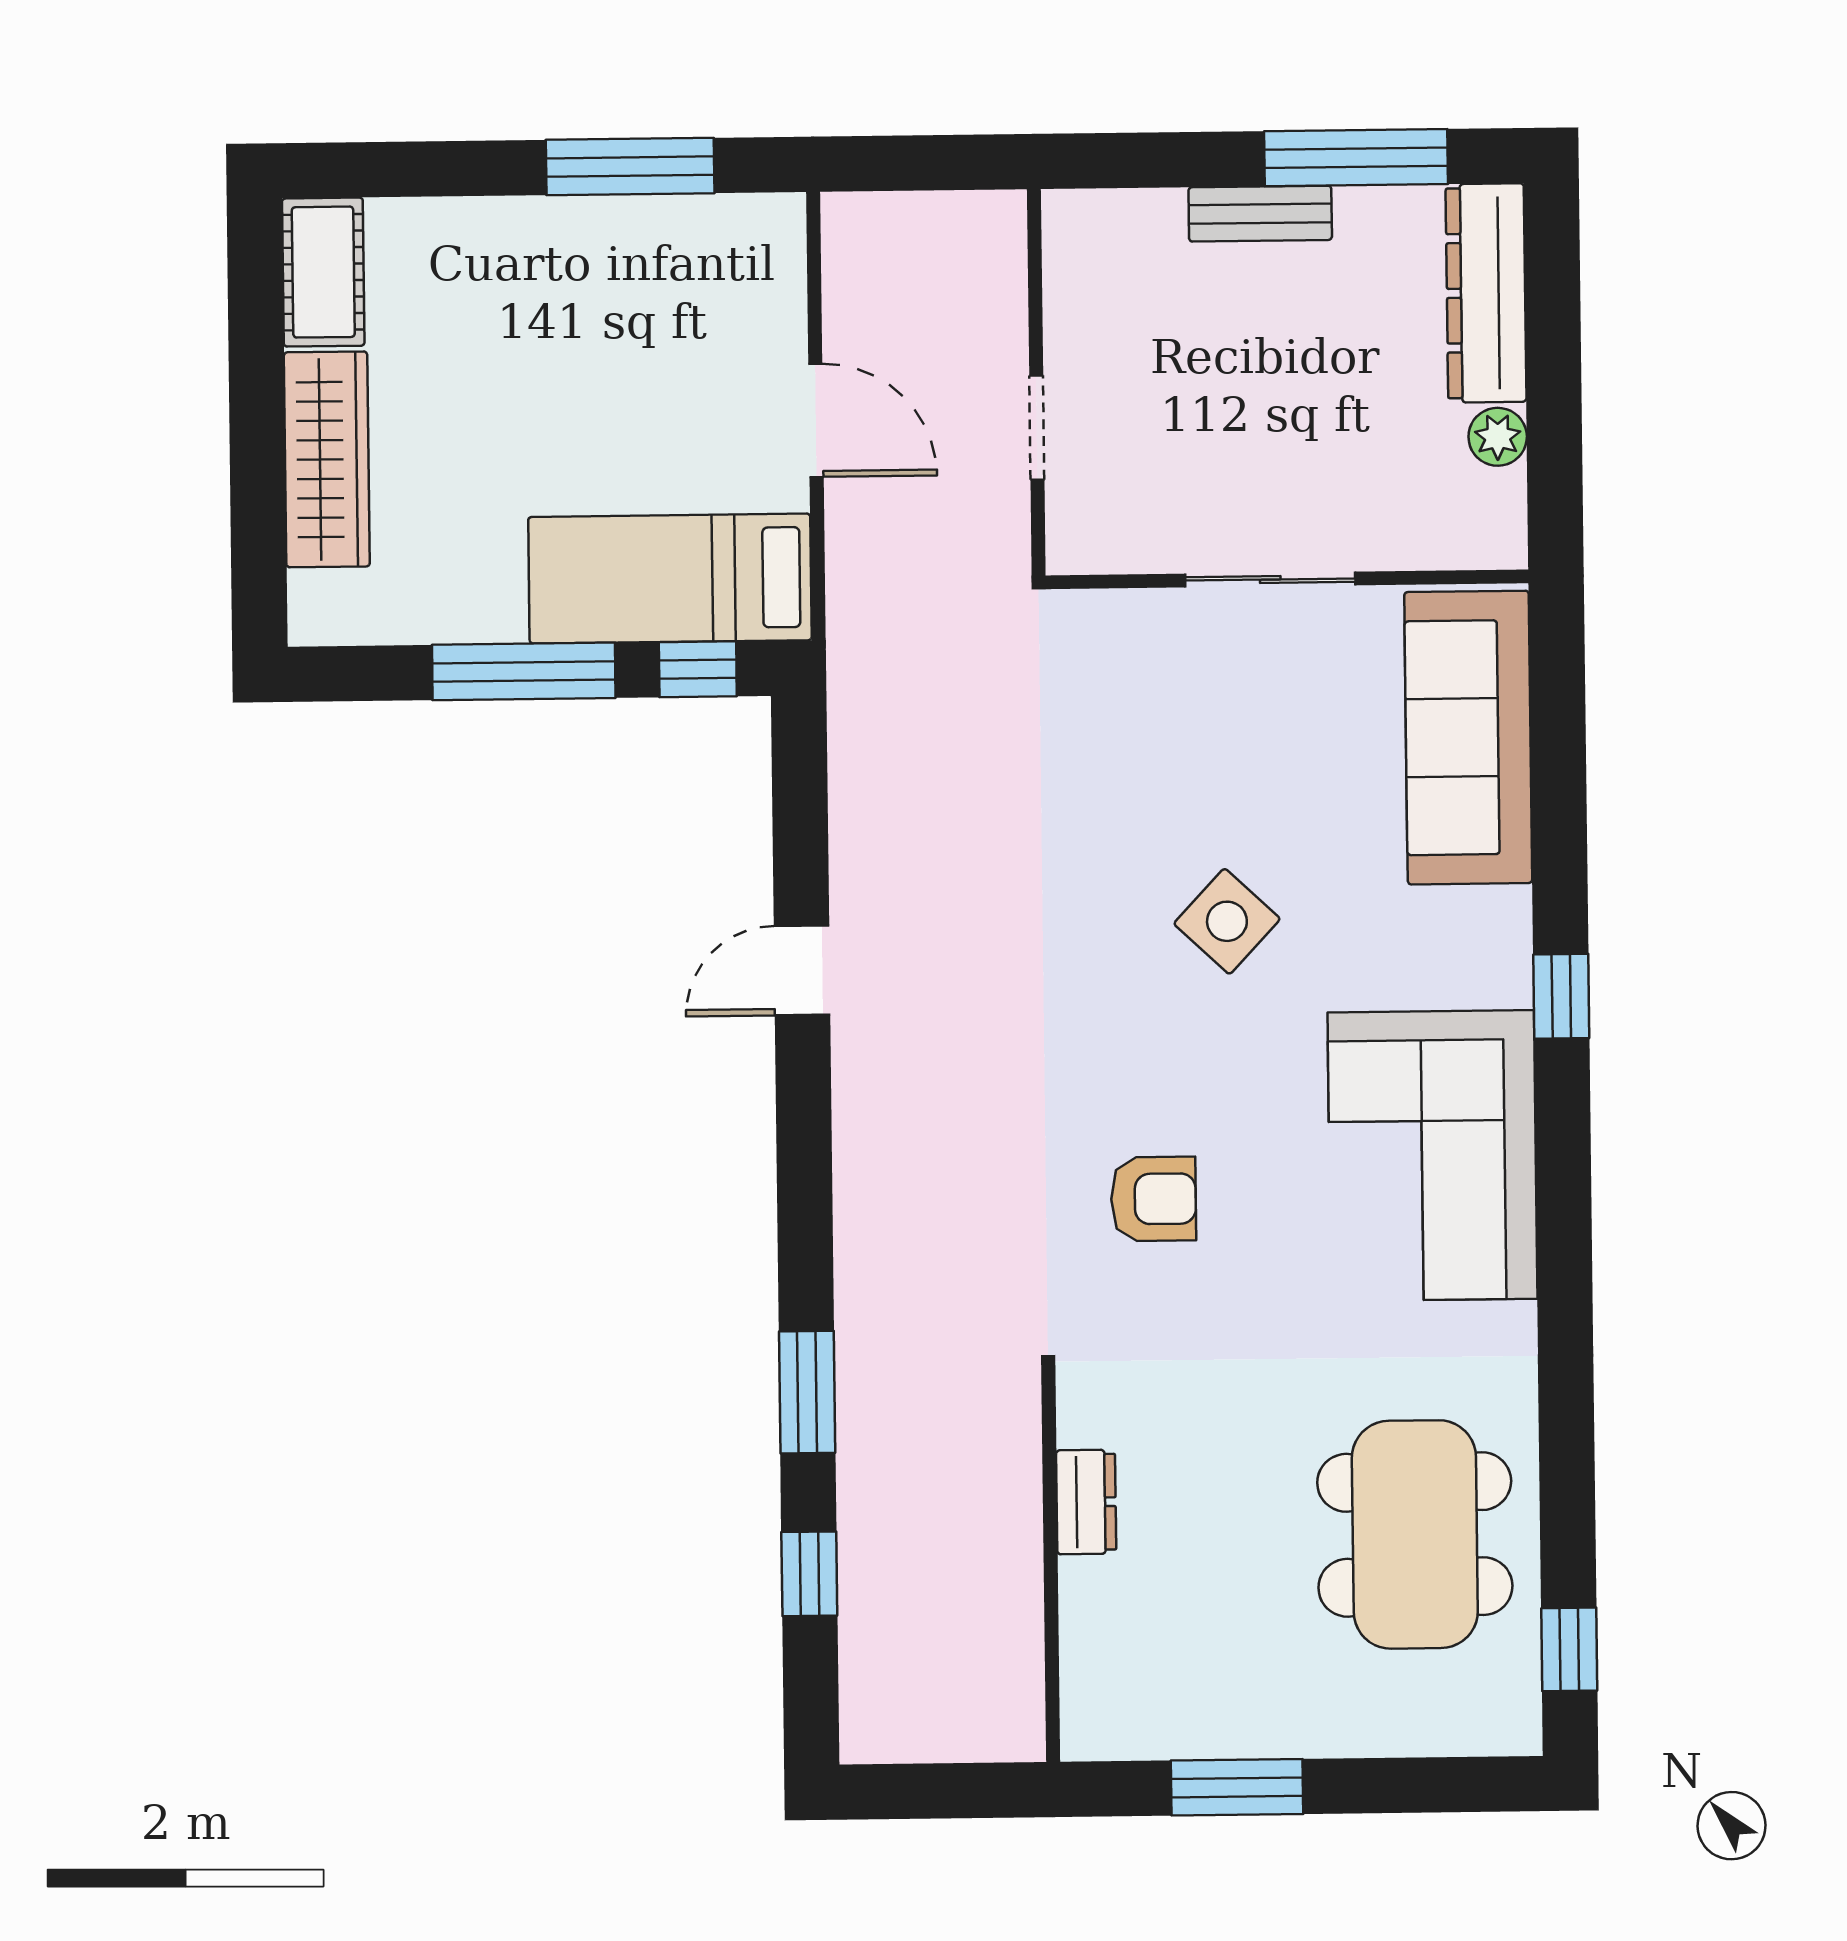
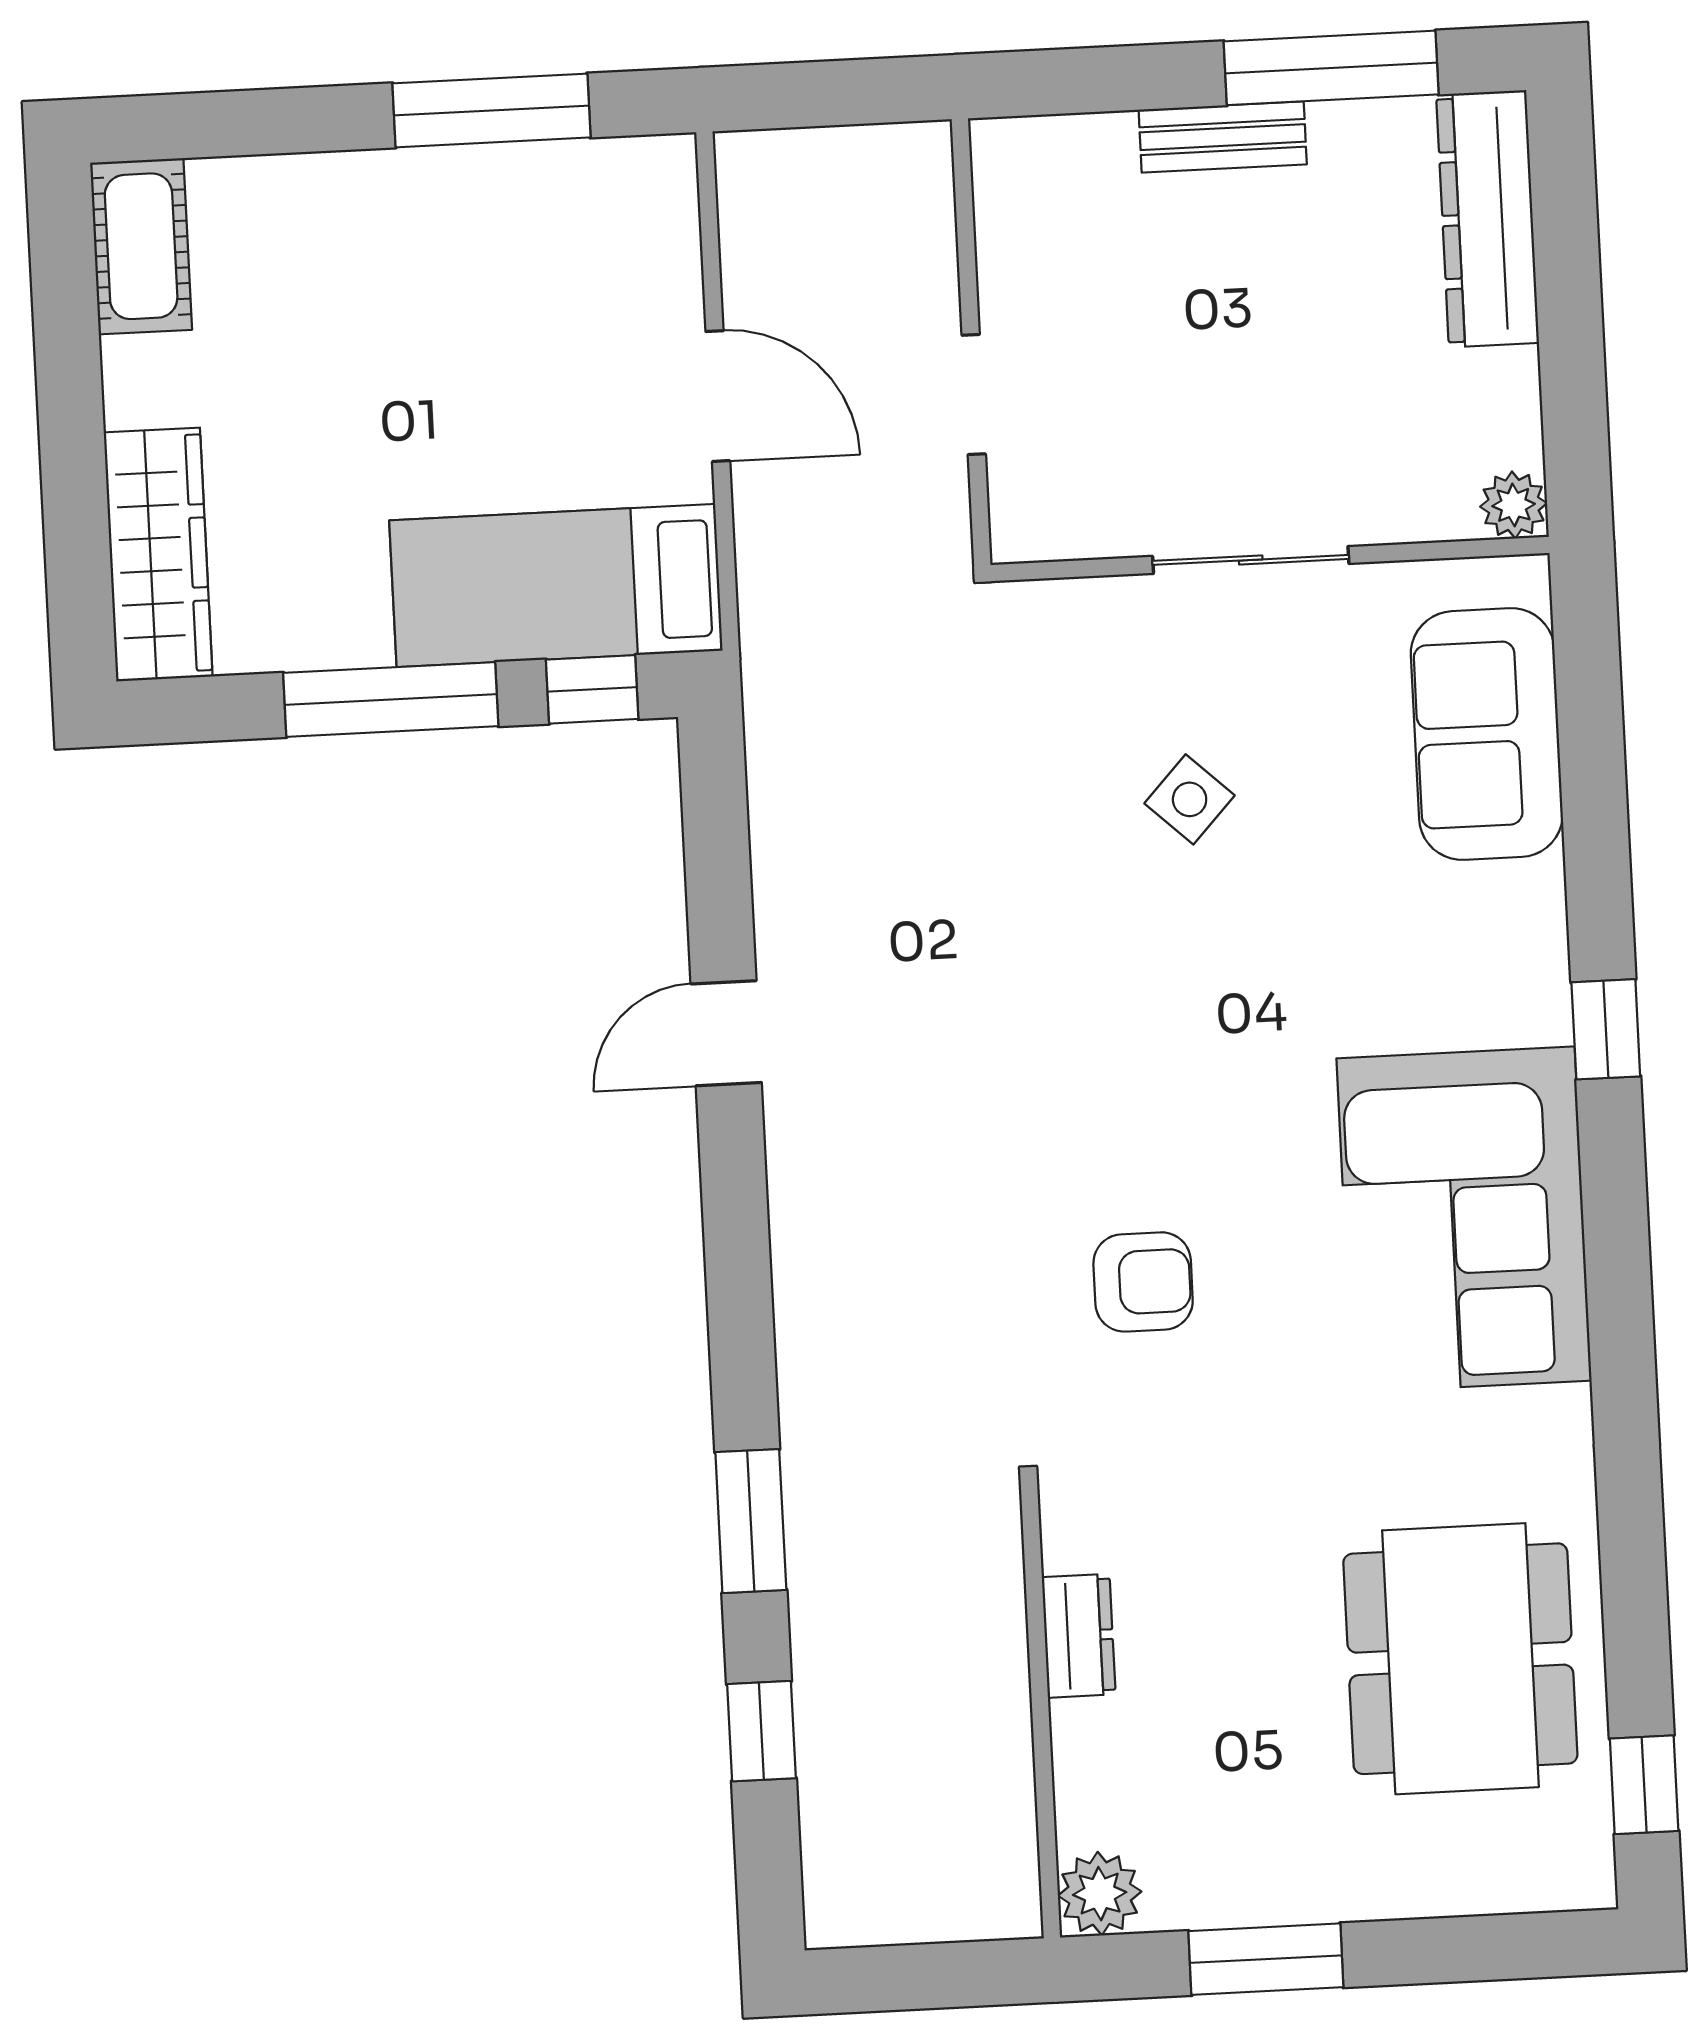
plant: (1498, 437) -> (1514, 505), moved
wardrobe: (327, 459) -> (158, 555), moved
sofa: (1468, 738) -> (1487, 734), width x0.73
side table: (1227, 921) -> (1190, 799), moved, width x0.73, depth x0.73
plant: (1096, 1725) -> (1100, 1894), added

